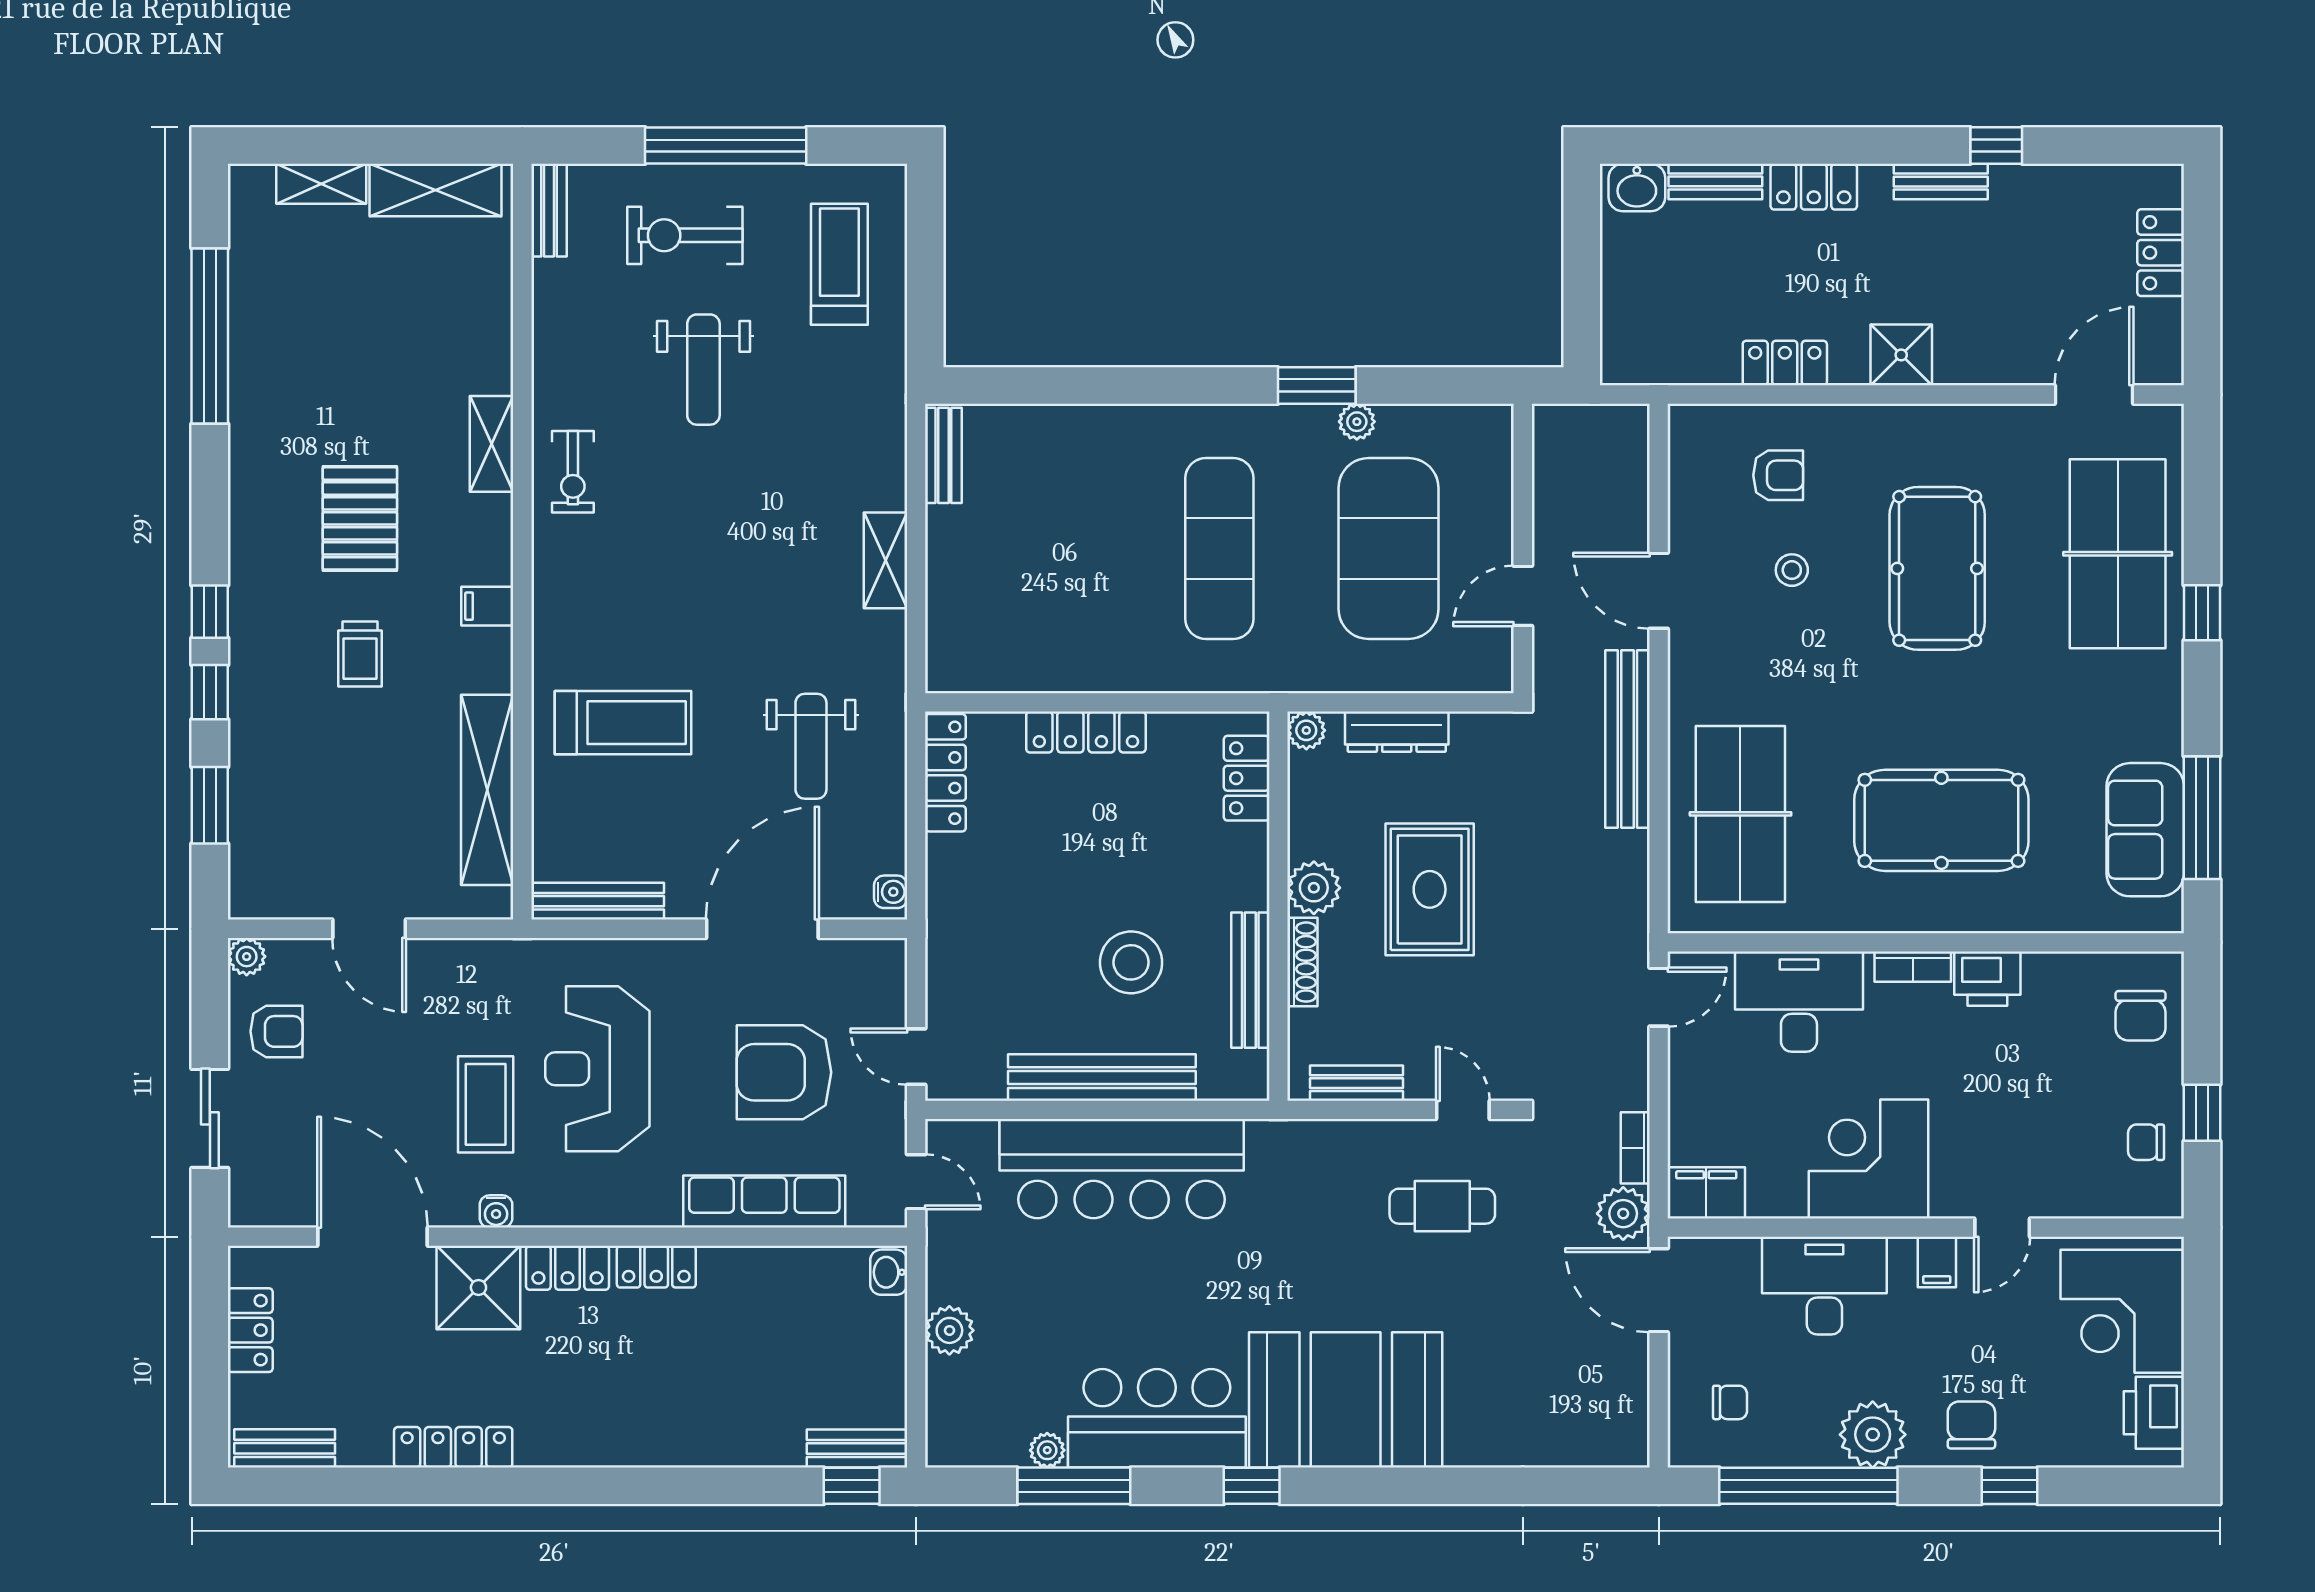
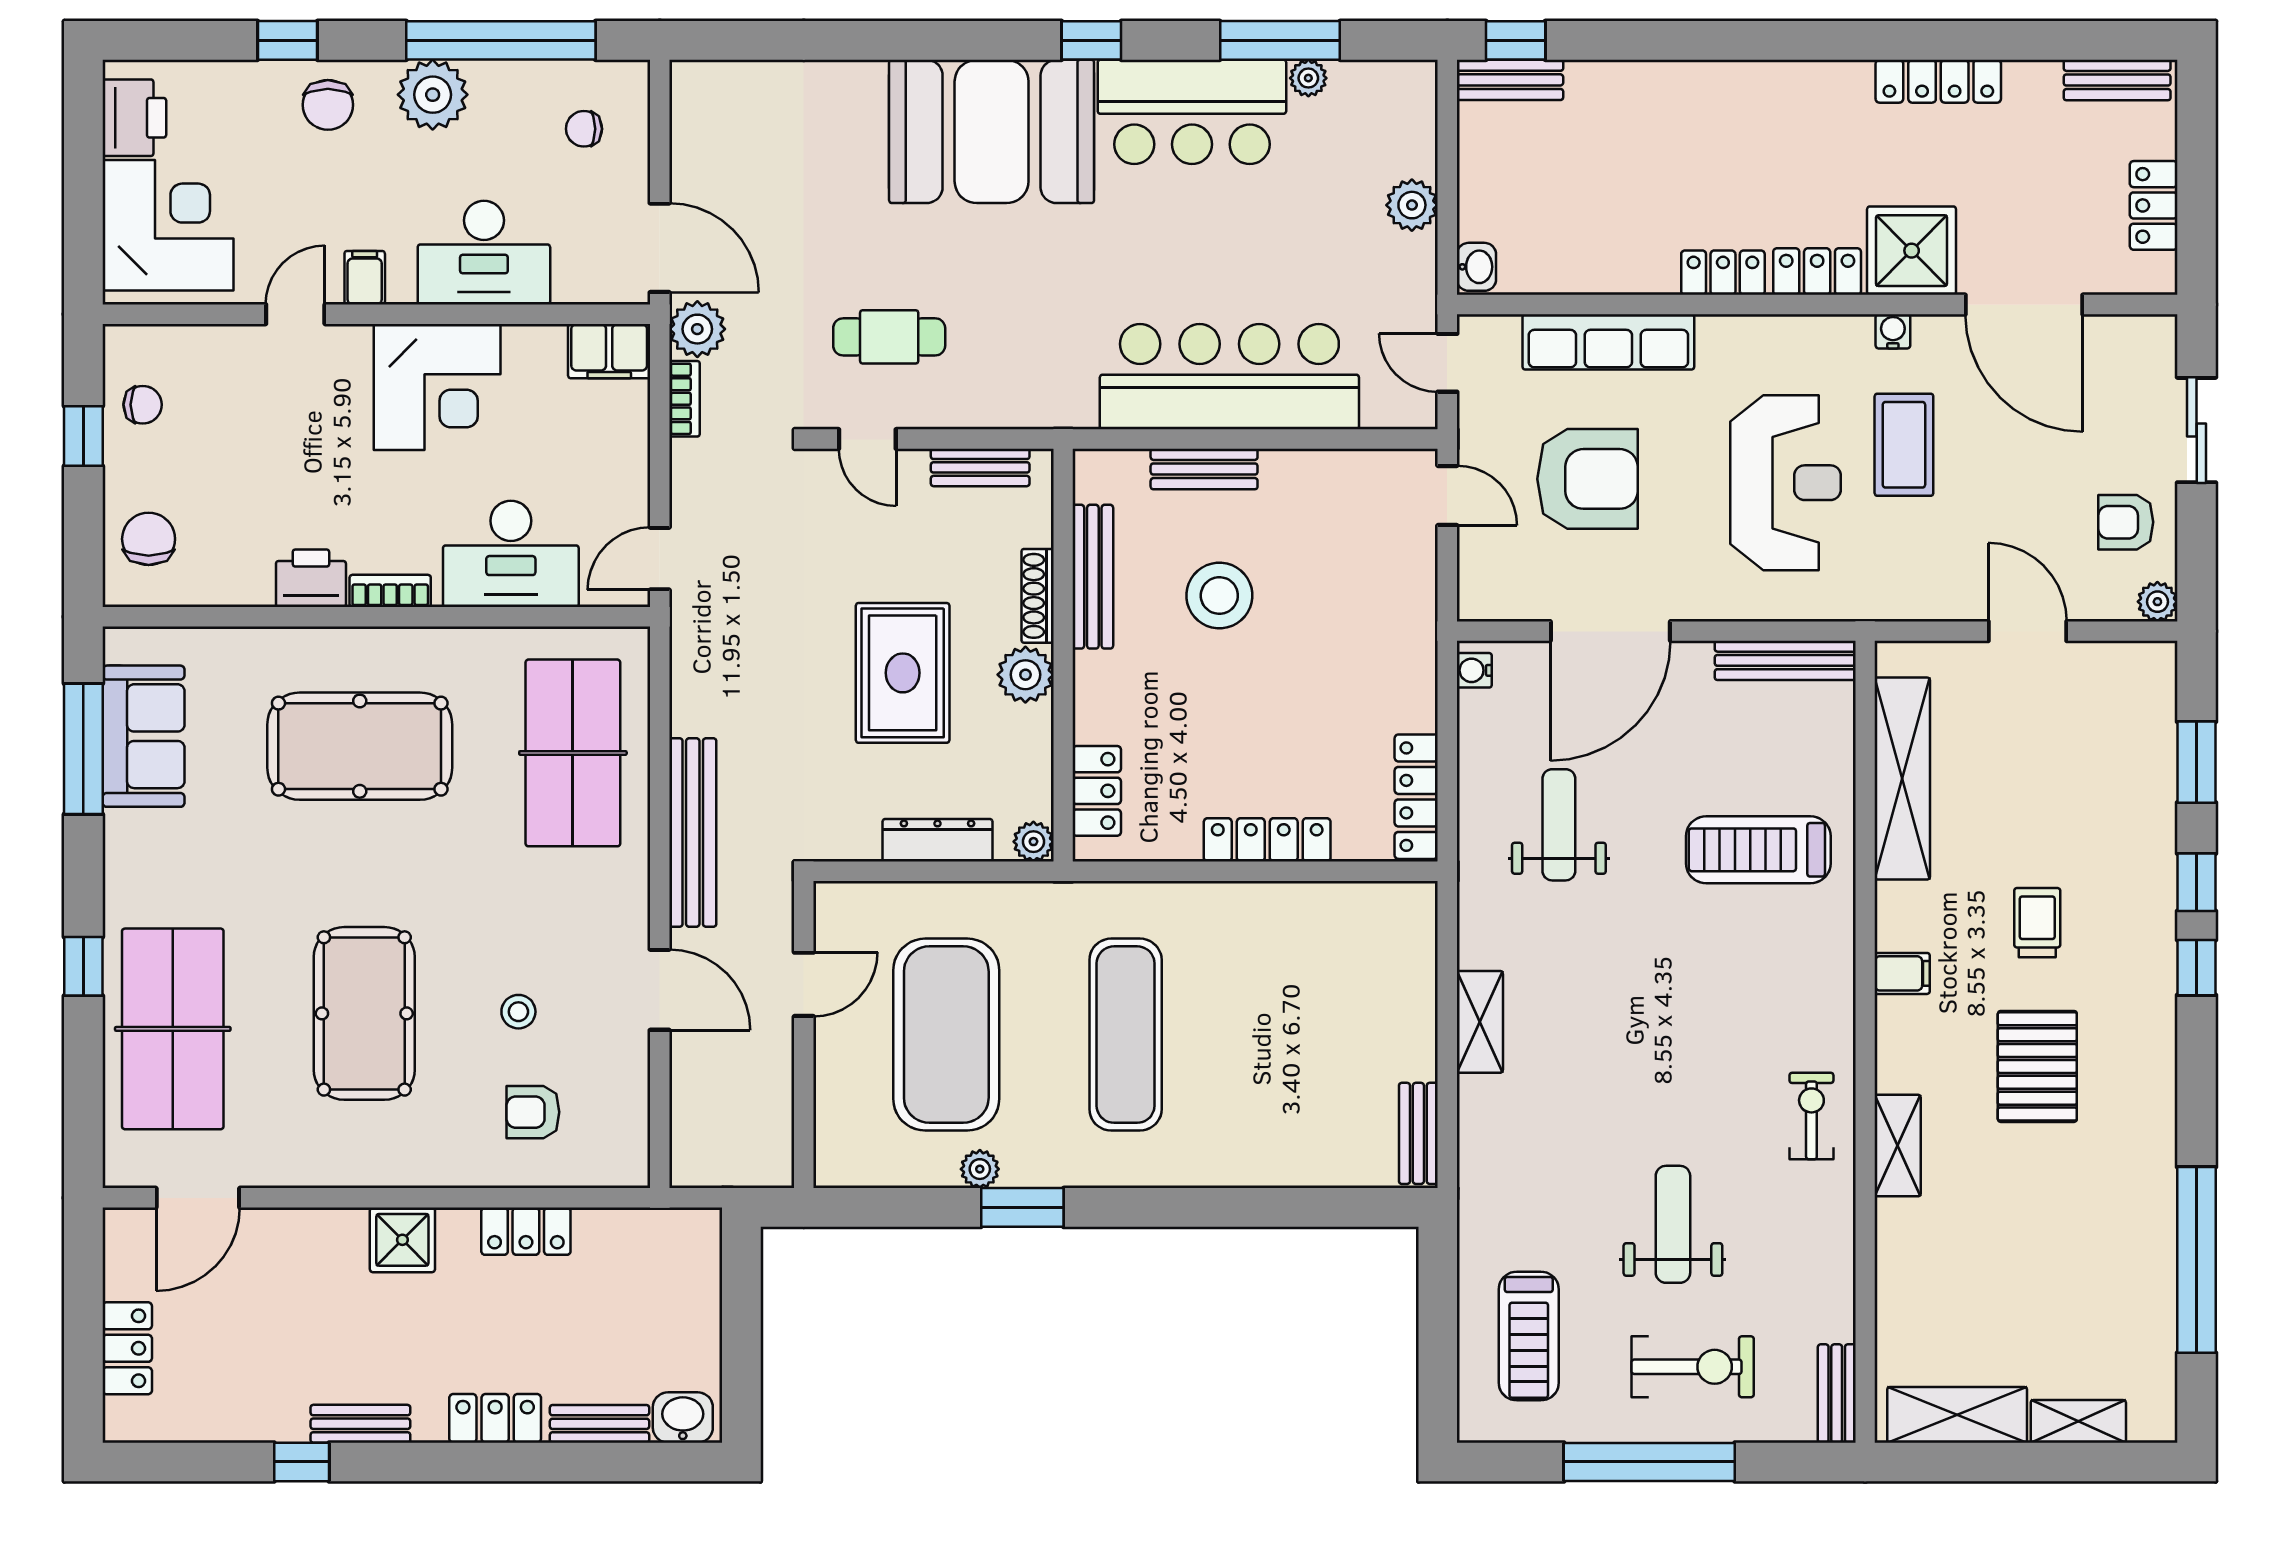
bench: (1102, 1078) -> (1204, 469), width x0.54, depth x0.82

